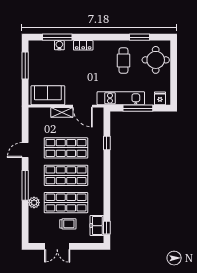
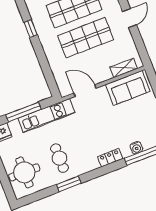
window: (140, 37) -> (69, 184), moved
shelving: (62, 112) -> (124, 68), moved
window: (107, 143) -> (31, 29), moved

